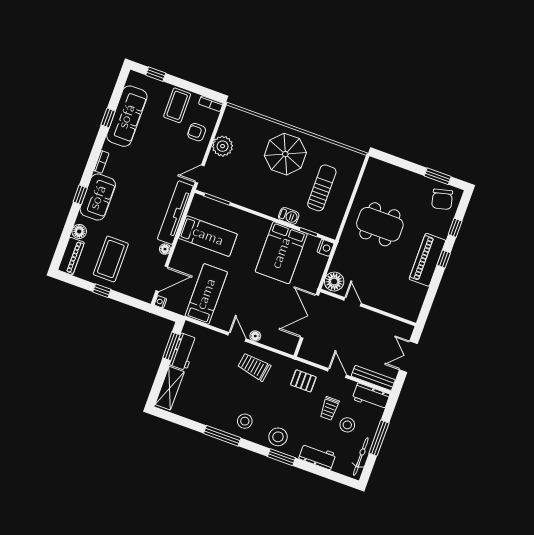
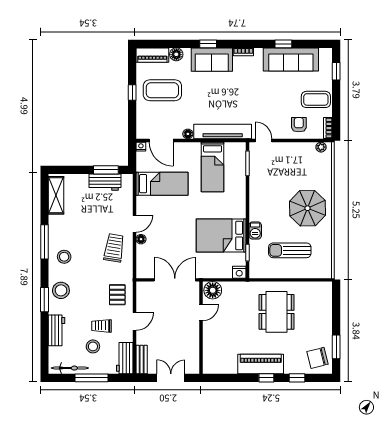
plant: (223, 146) -> (321, 147), moved, width x0.53, depth x0.53
sun lounger: (322, 188) -> (290, 250), turned 180
bench: (373, 378) -> (142, 359), width x0.73
shelving: (170, 388) -> (56, 195), moved, turned 90

